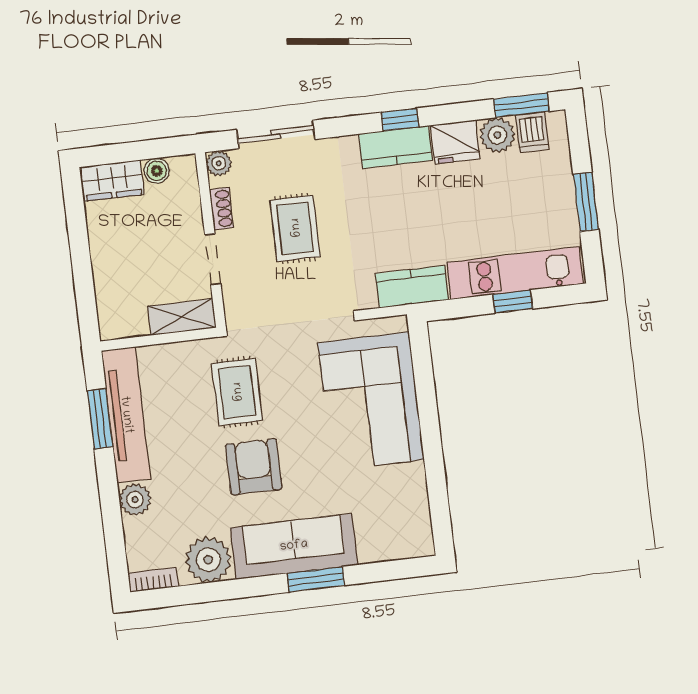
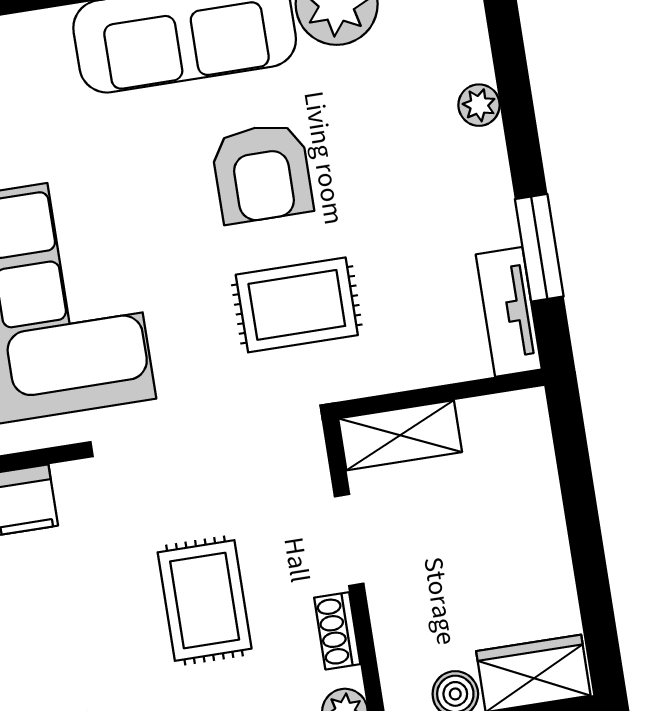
rug: (237, 392) -> (297, 305), turned 90
tv unit: (126, 415) -> (509, 312), width x0.52, depth x0.78
plant: (135, 500) -> (479, 105), width x0.73, depth x0.73

